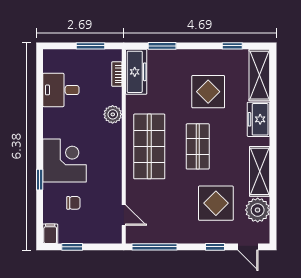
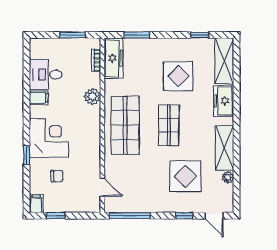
filing cabinet: (53, 116) -> (39, 98), added
plant: (258, 210) -> (228, 177), width x0.53, depth x0.53

